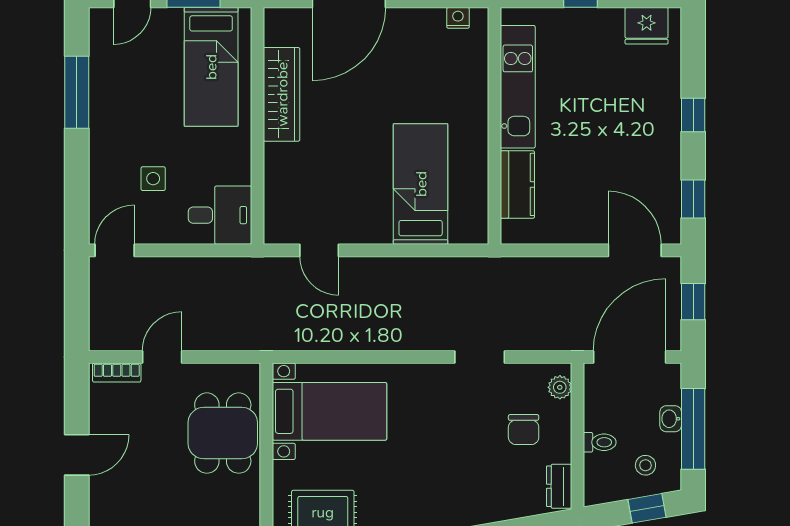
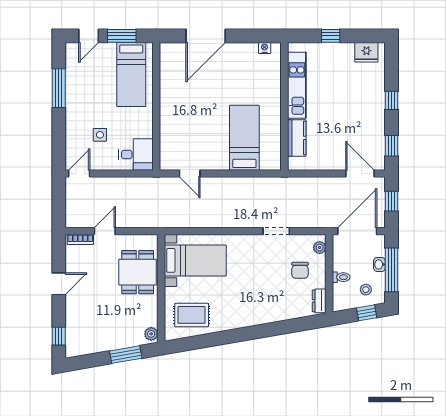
wardrobe: (282, 94) -> (169, 89), removed

